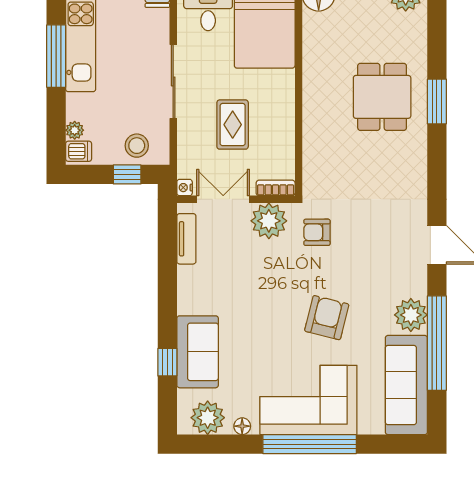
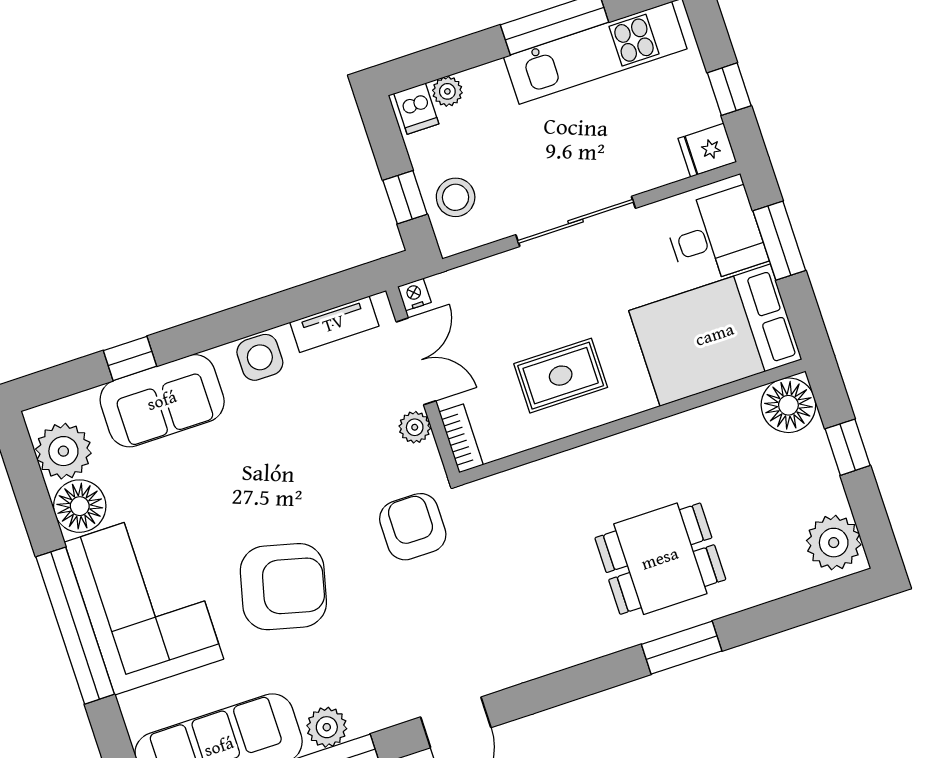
rug: (233, 125) -> (561, 376), moved
plant: (269, 221) -> (415, 427), width x0.53, depth x0.53
armchair: (317, 232) -> (413, 527), width x1.38, depth x1.38
side table: (191, 288) -> (260, 357), added
plant: (411, 315) -> (327, 727), width x0.73, depth x0.73
armchair: (327, 318) -> (283, 587), width x1.36, depth x1.36
floor lamp: (242, 426) -> (80, 506), width x1.89, depth x1.89

